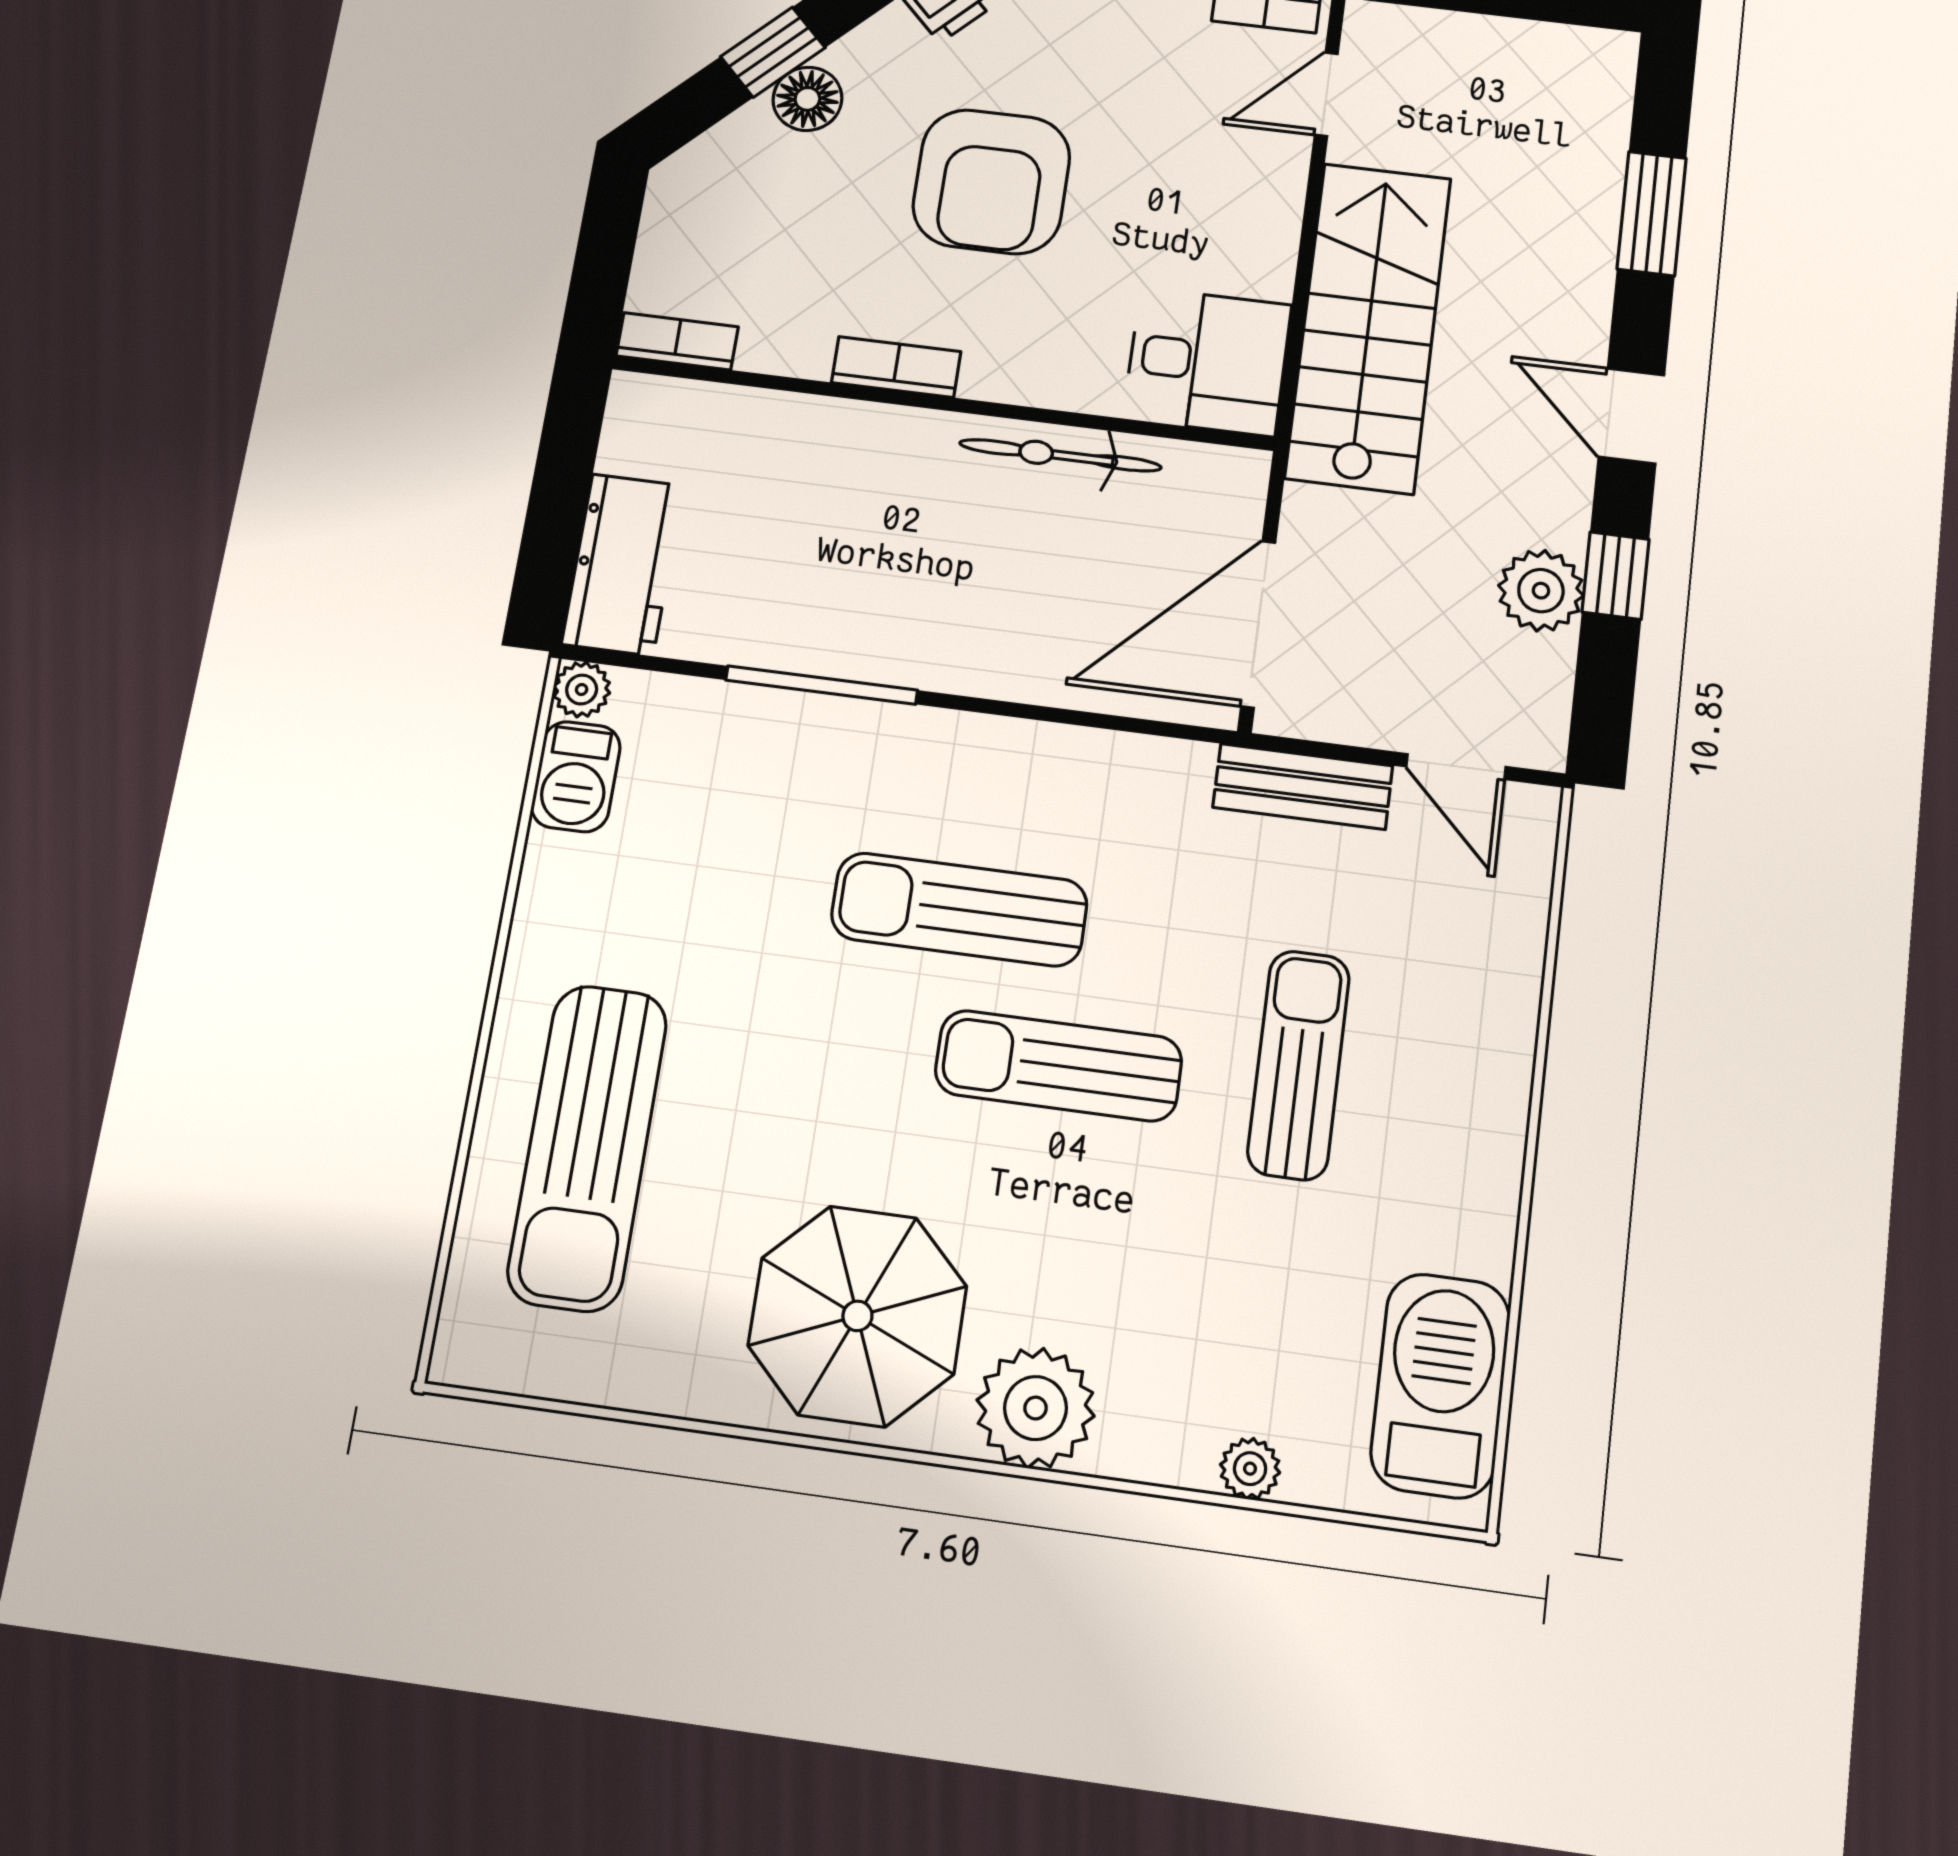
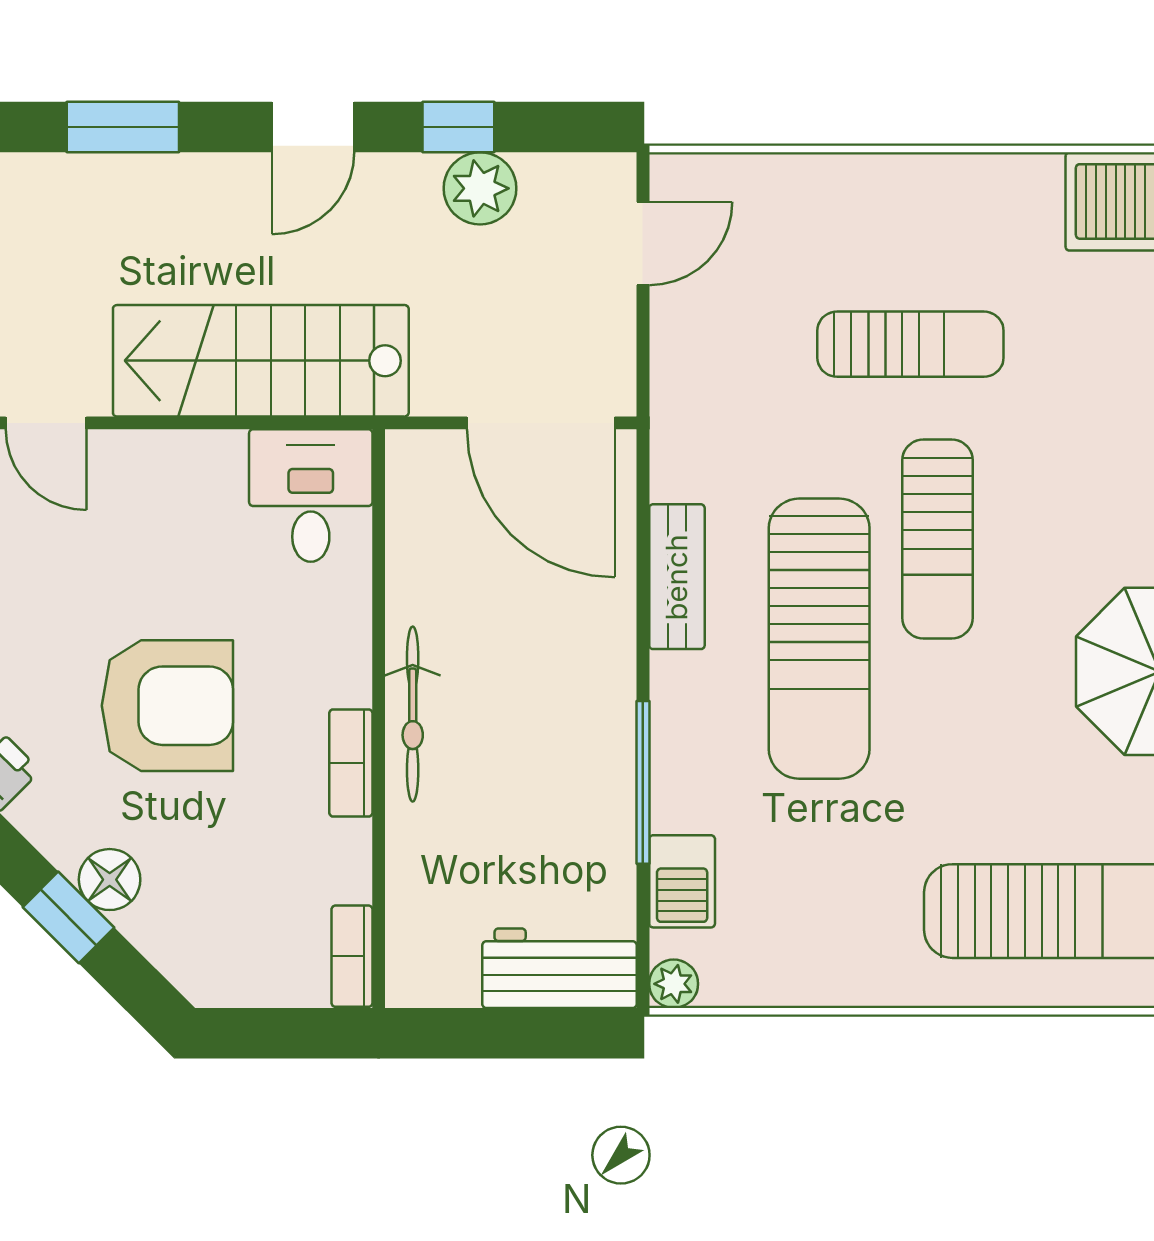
bicycle: (1060, 455) -> (413, 714), moved
barbecue: (576, 777) -> (682, 881), moved, turned 90
bench: (1303, 787) -> (677, 577), moved
sun lounger: (959, 910) -> (819, 639), width x1.36, depth x1.34
sun lounger: (1299, 1065) -> (910, 344), turned 180

